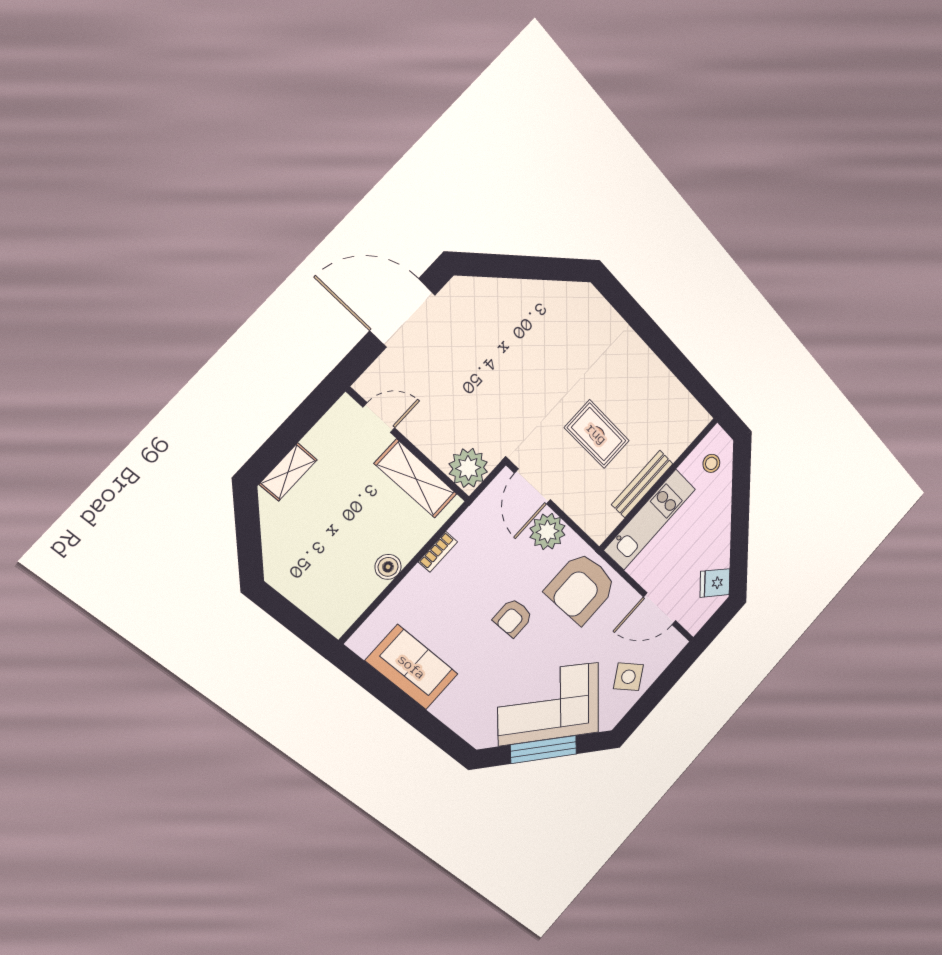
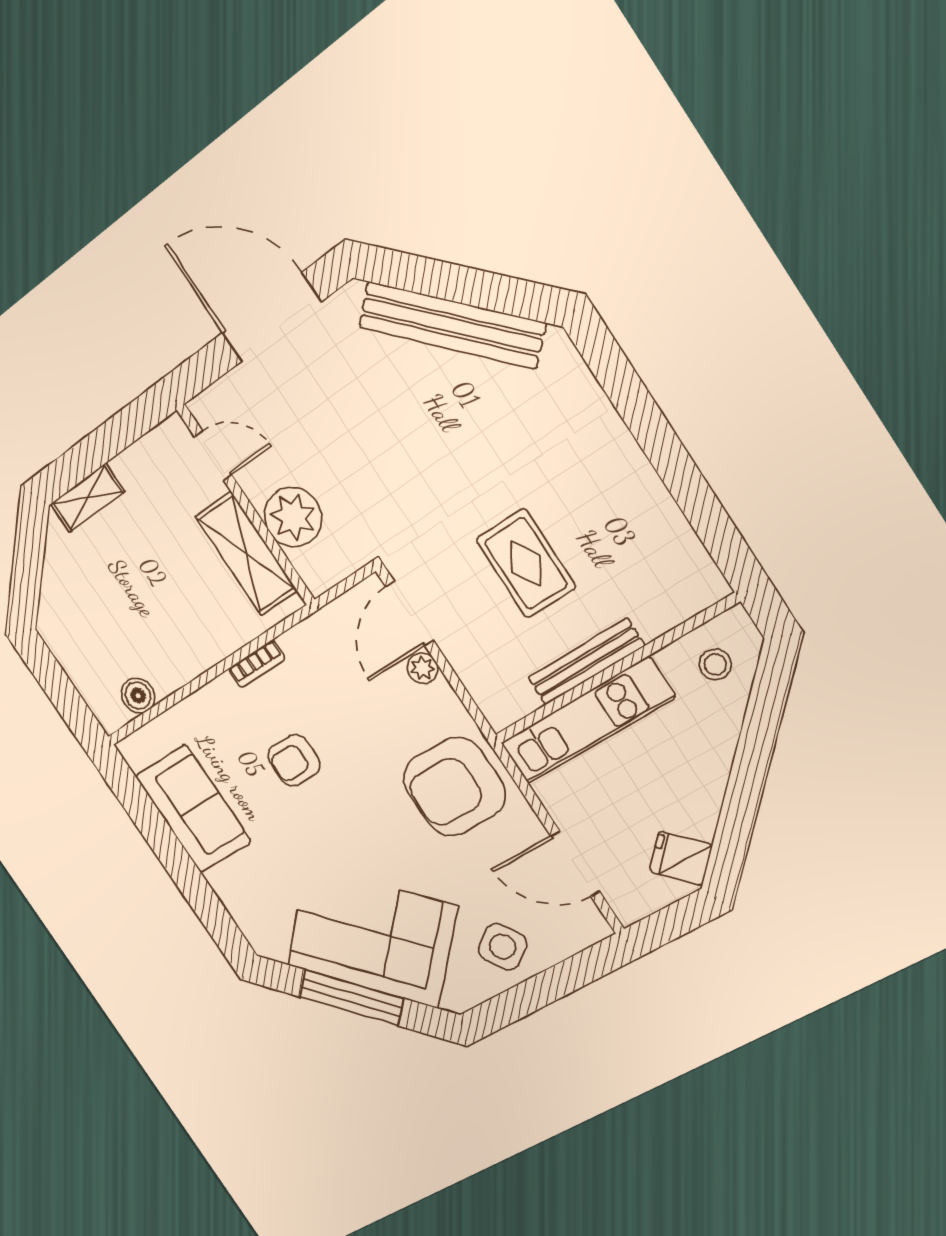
bench: (523, 295) -> (451, 325), added
plant: (468, 468) -> (293, 517), moved
plant: (548, 532) -> (423, 668), width x0.53, depth x0.53
boiler: (388, 567) -> (138, 696), moved
armchair: (513, 618) -> (294, 760), moved

